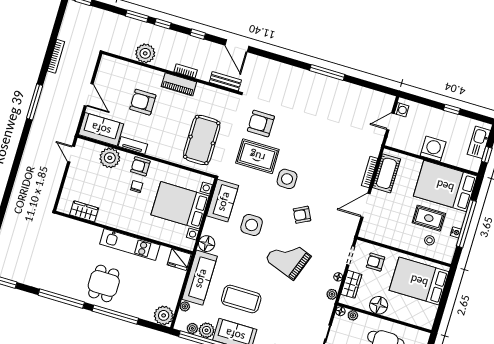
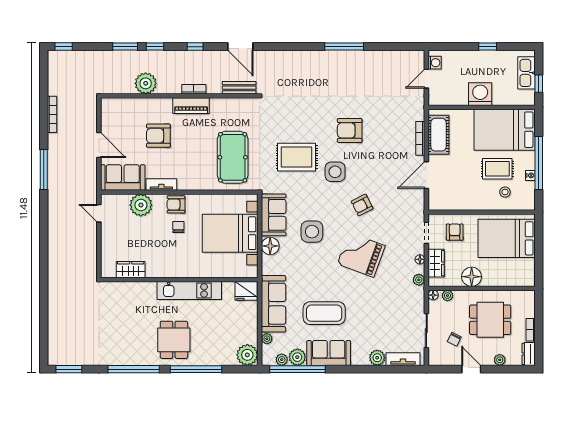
armchair: (261, 124) -> (350, 130), moved
floor lamp: (207, 244) -> (270, 246), moved
armchair: (375, 262) -> (455, 232), turned 90

